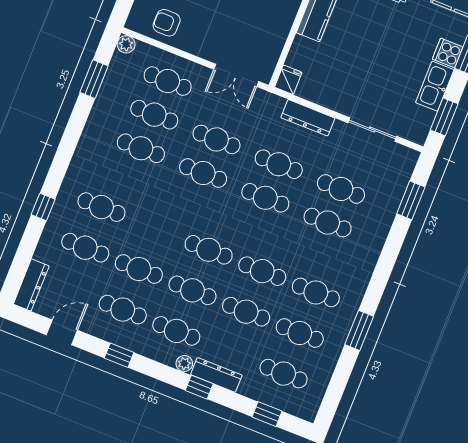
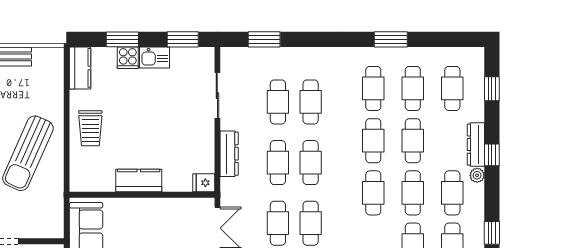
kitchen sink: (435, 86) -> (154, 58), width x0.73

